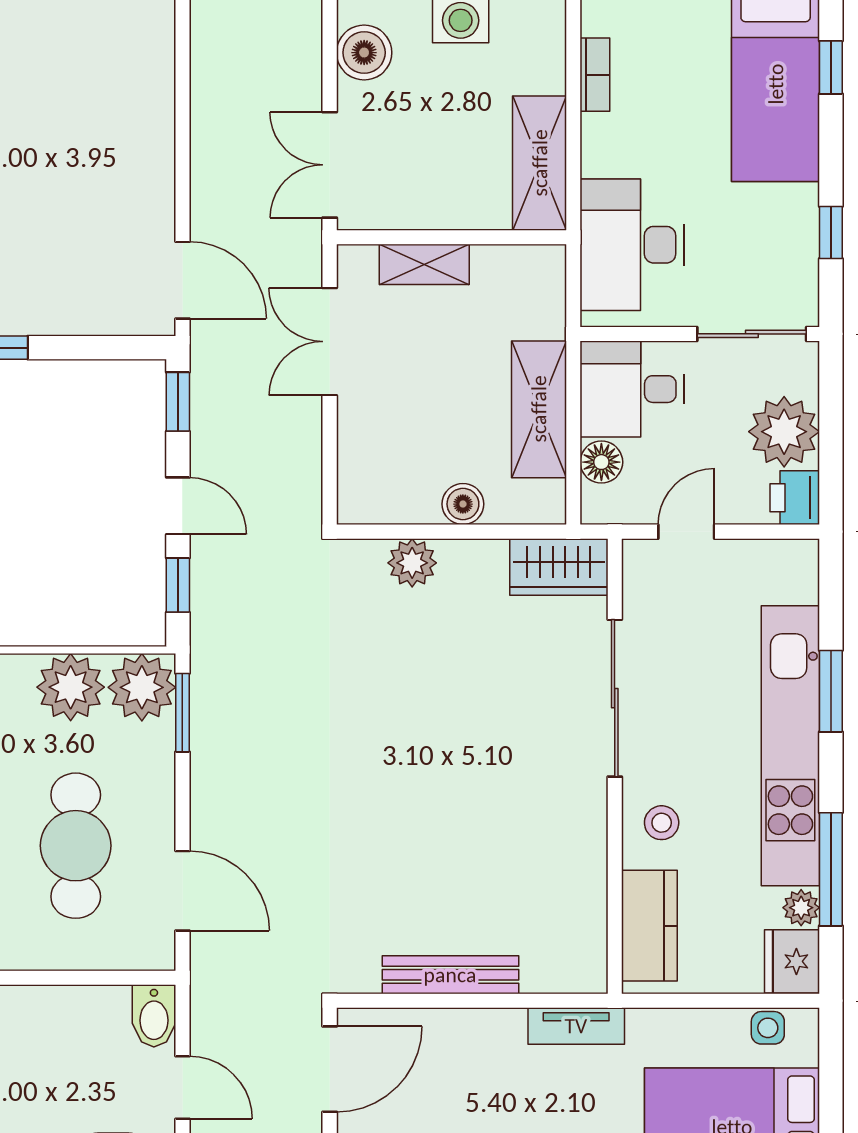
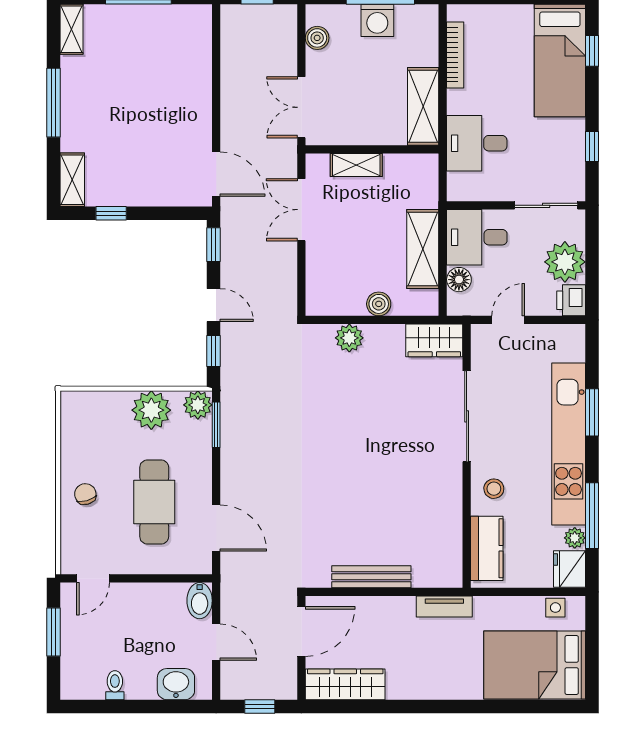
boiler: (364, 53) -> (317, 38), width x0.73, depth x0.73
bookcase: (595, 75) -> (455, 55), width x1.56
desk: (632, 245) -> (477, 143), width x0.73
plant: (142, 687) -> (198, 405), width x0.73, depth x0.73

